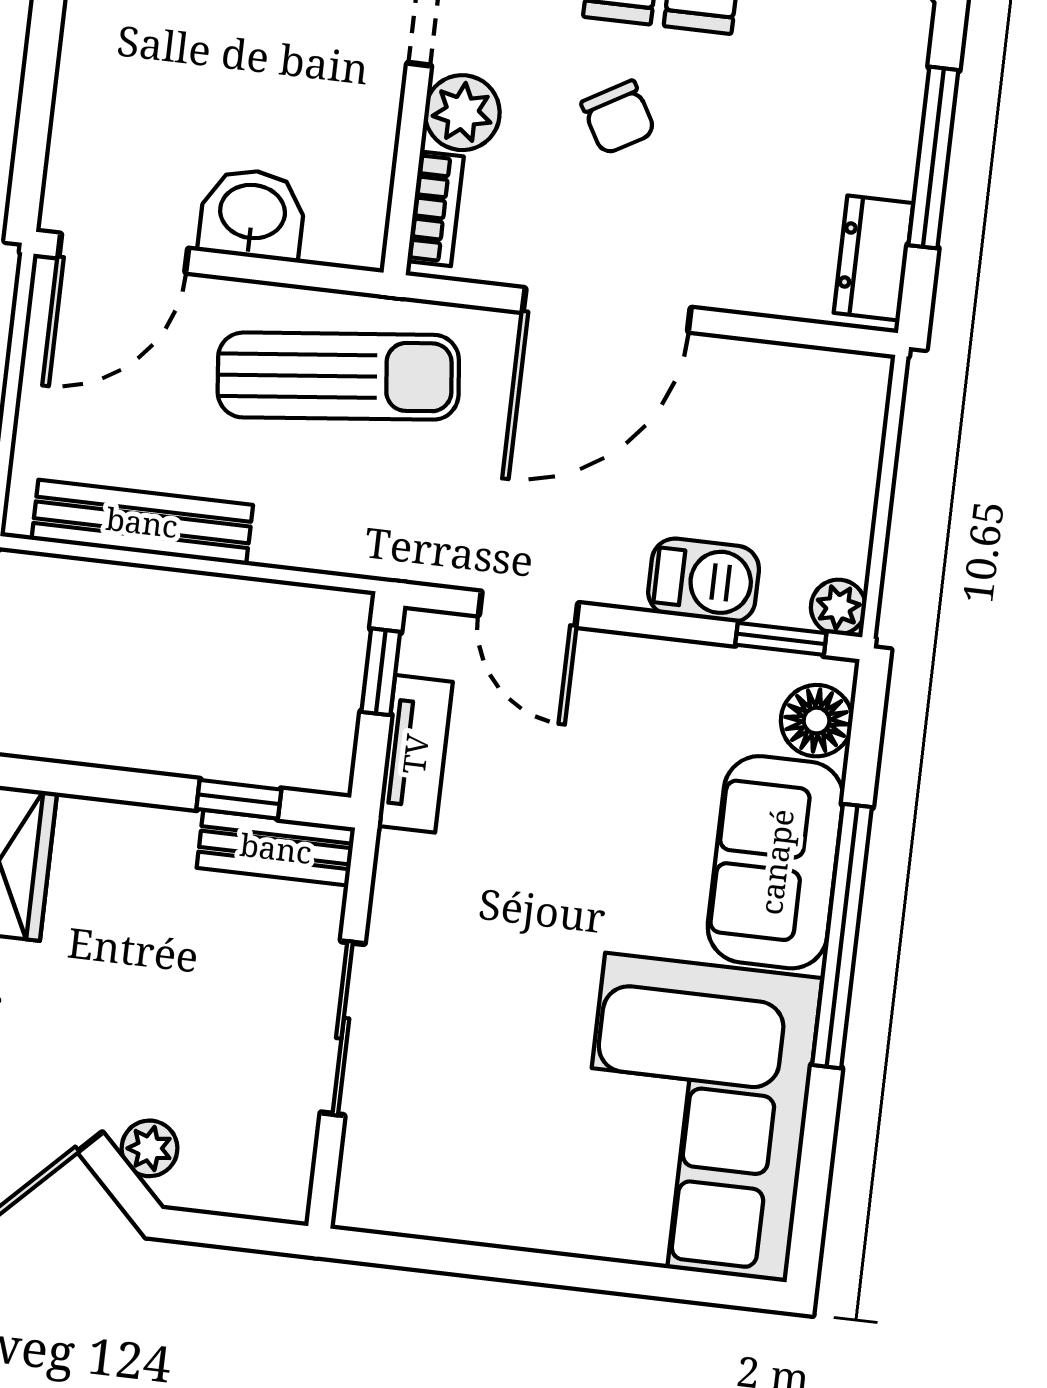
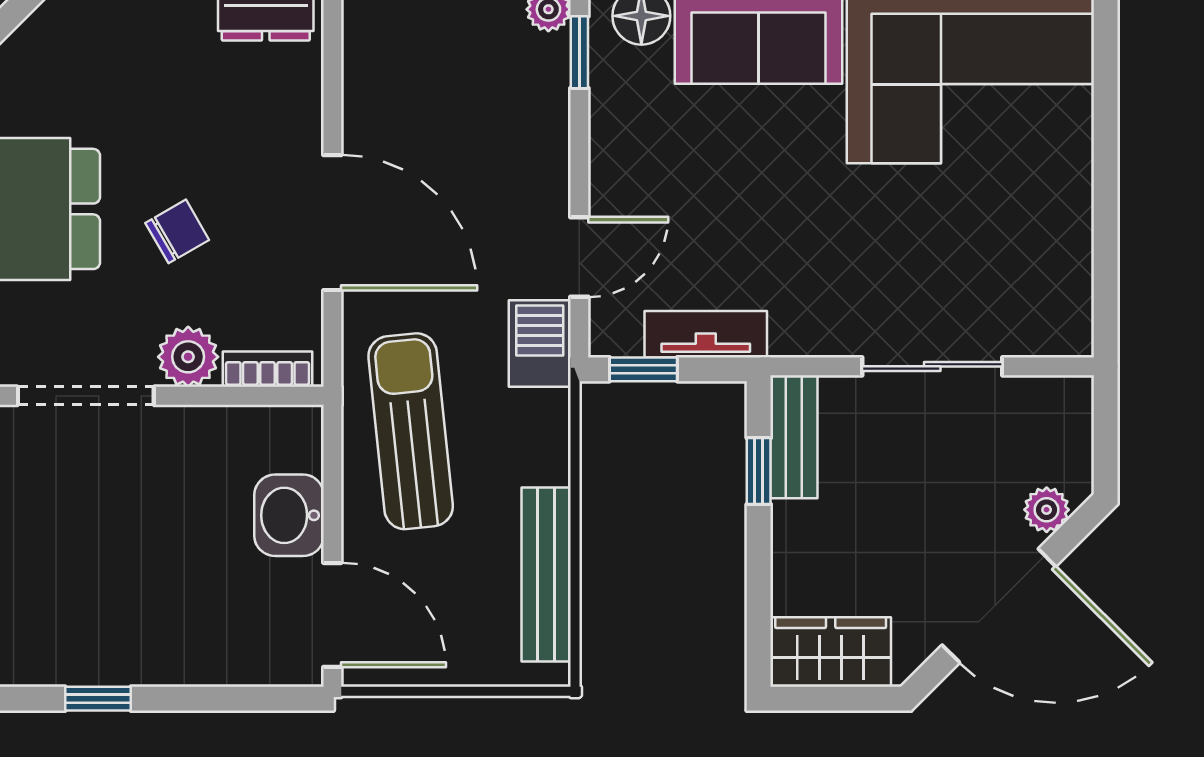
barbecue: (704, 580) -> (540, 344), moved

